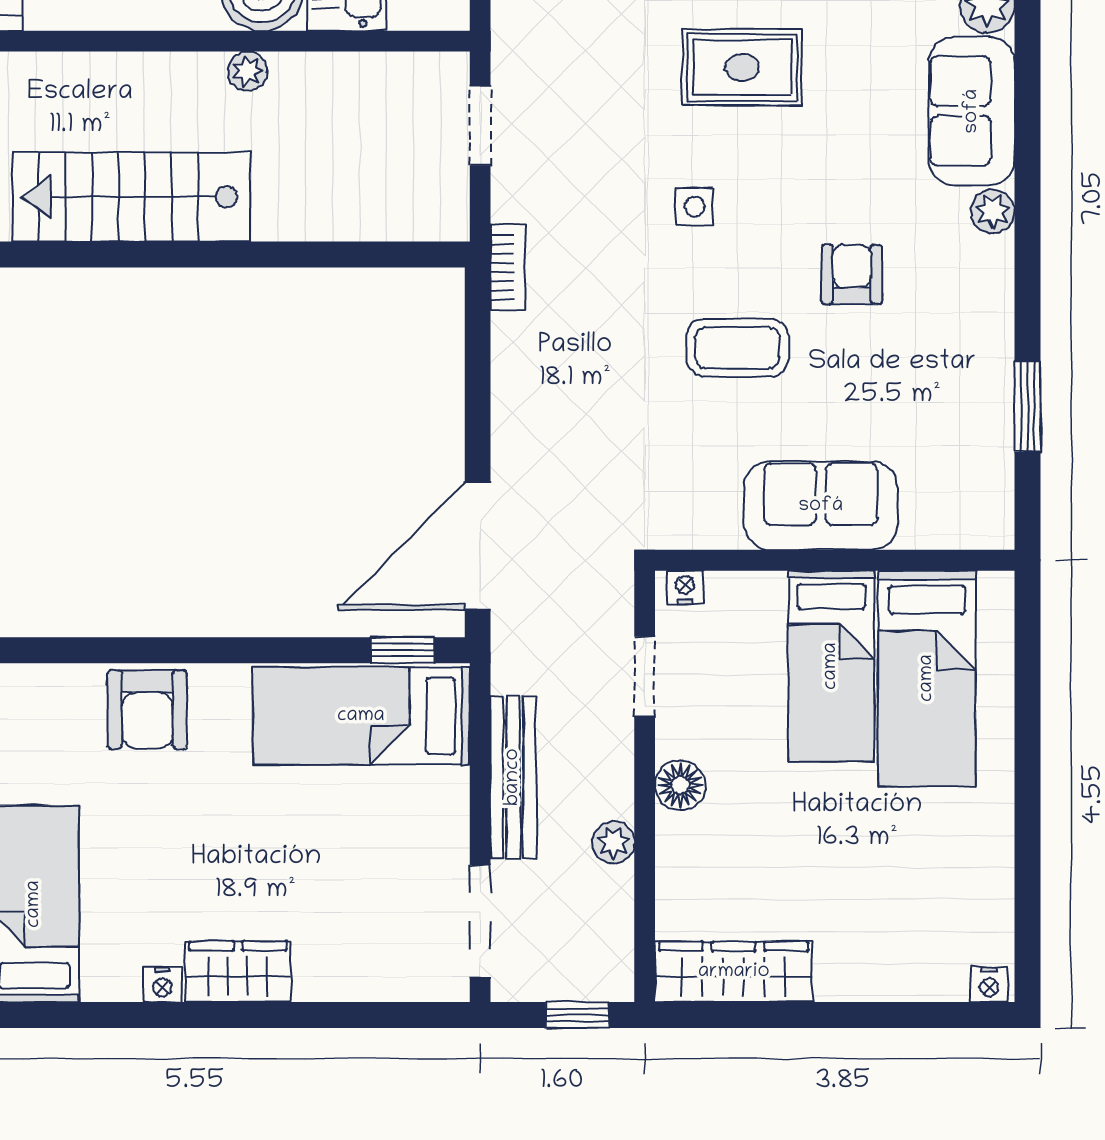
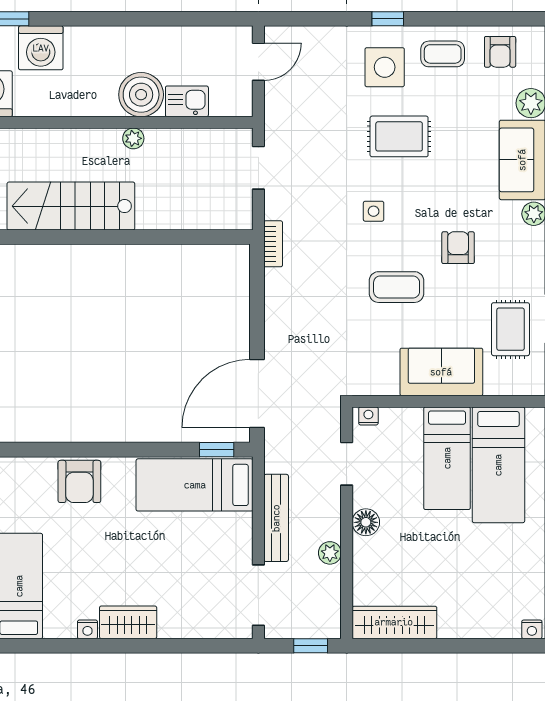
rug: (949, 426) -> (511, 329), added

